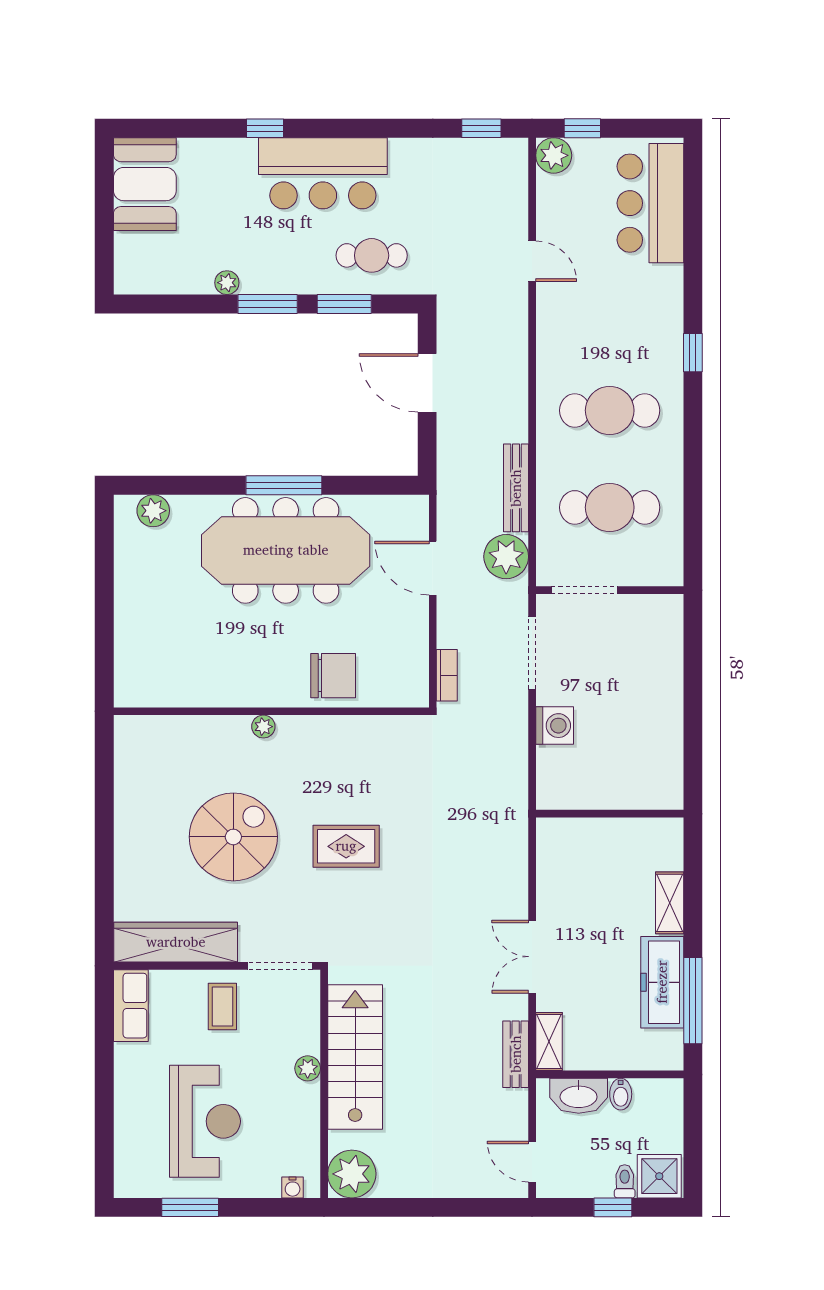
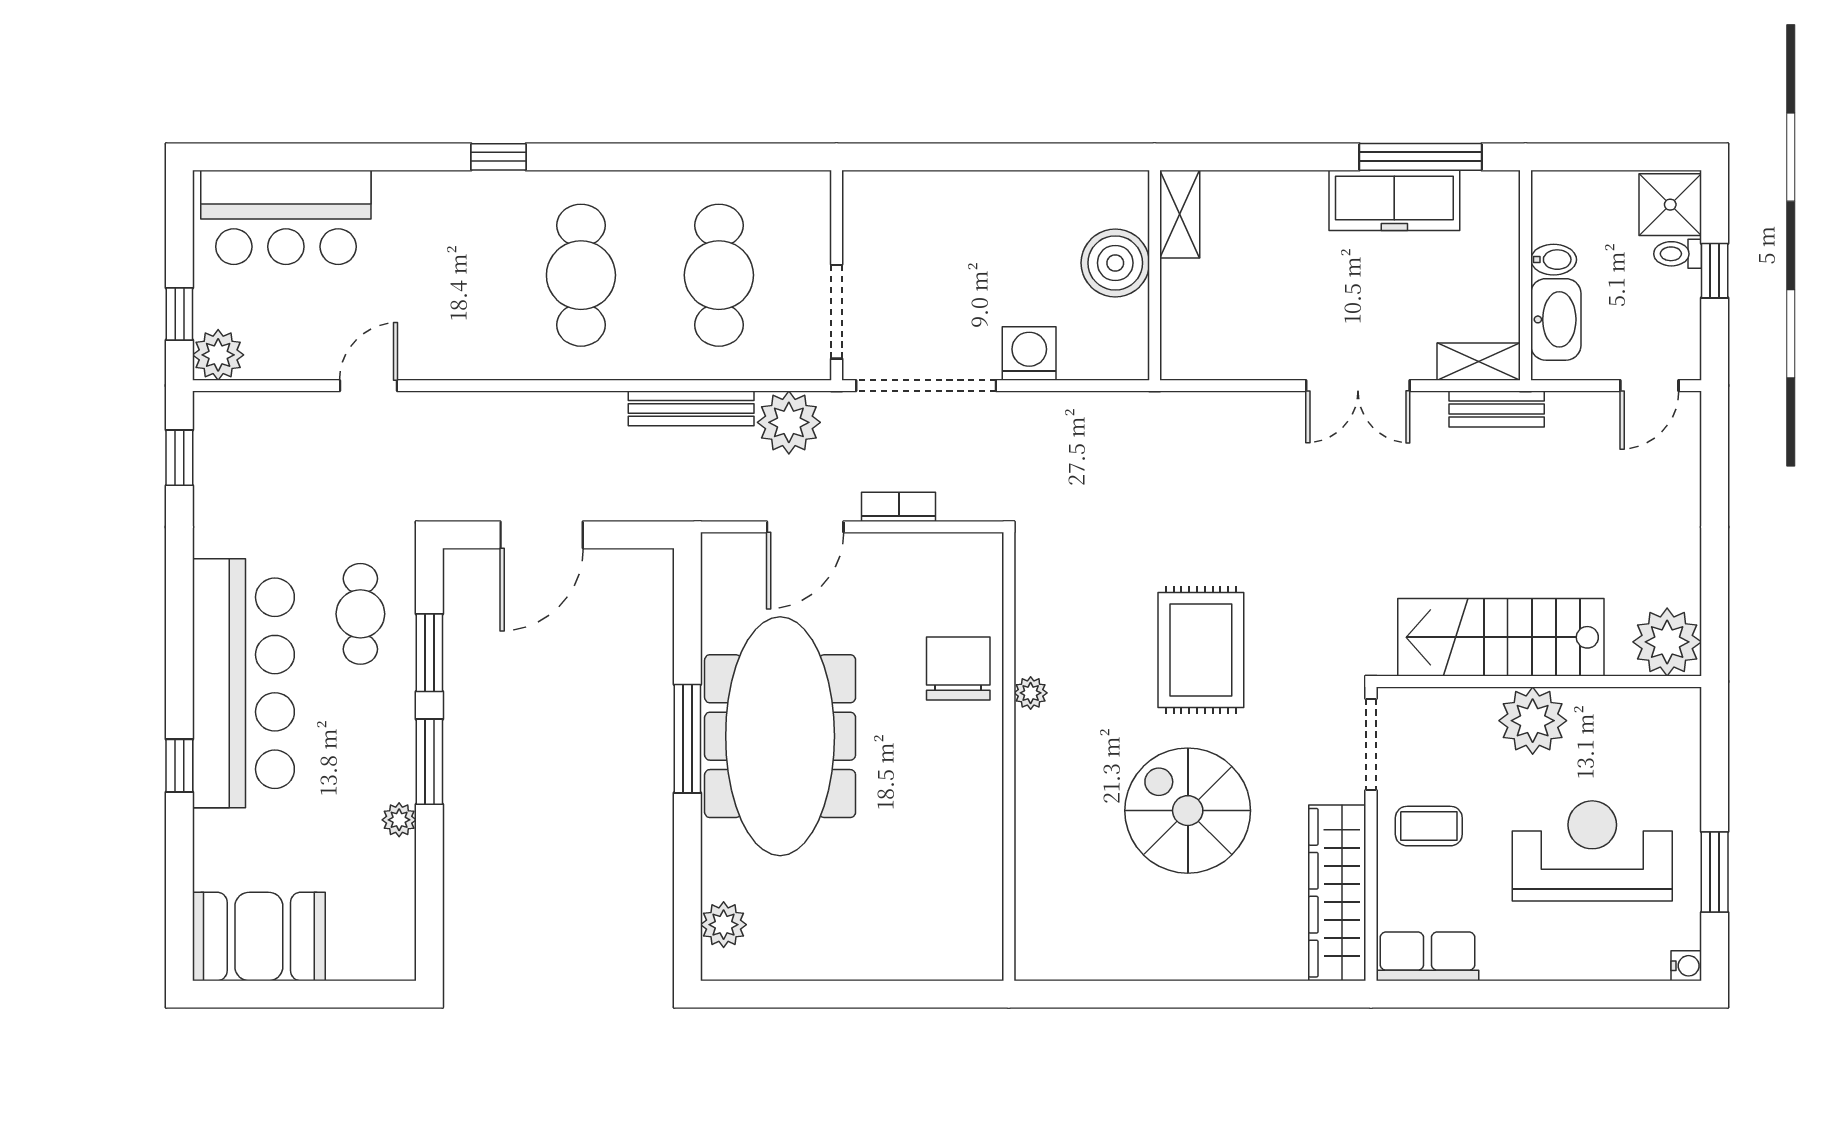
bar counter: (323, 173) -> (243, 683), width x1.36
doorway: (532, 653) -> (926, 386), width x1.36
bookcase: (447, 675) -> (899, 507), moved
plant: (263, 727) -> (1031, 693), moved
boiler: (618, 786) -> (1115, 263), added
rug: (346, 846) -> (1201, 650), width x1.36, depth x1.43
shelving: (670, 903) -> (1180, 214), moved, turned 90
plant: (308, 1068) -> (1533, 721), width x1.87, depth x1.87
water cooler: (293, 1187) -> (1686, 966), moved

